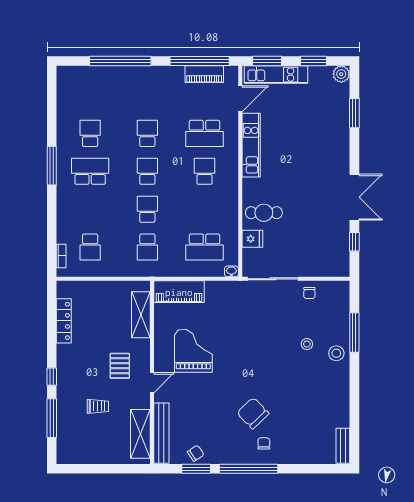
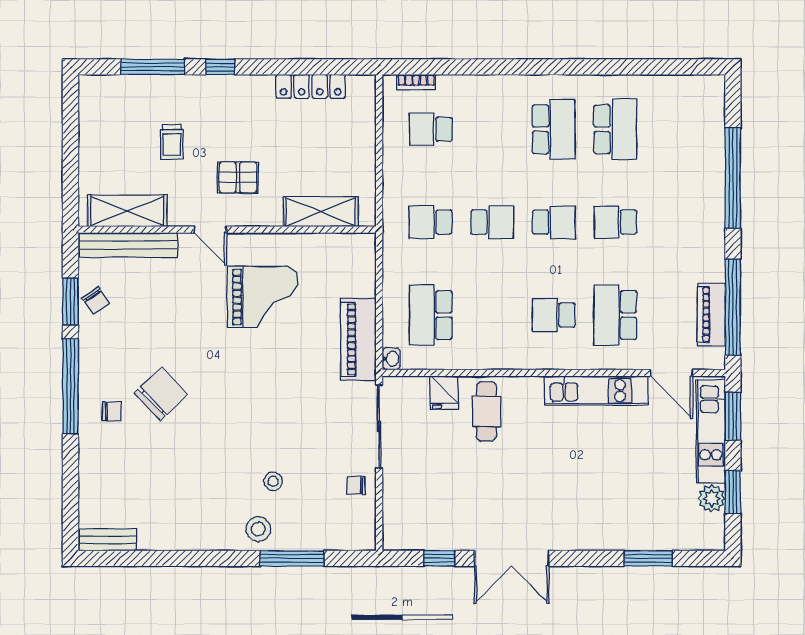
plant: (341, 74) -> (712, 498), moved
school desk: (90, 133) -> (615, 129), width x1.85
school desk: (147, 133) -> (615, 222), turned 180
window: (52, 166) -> (563, 67), removed
school desk: (205, 171) -> (554, 315), turned 180
piano: (179, 292) -> (358, 339), moved

